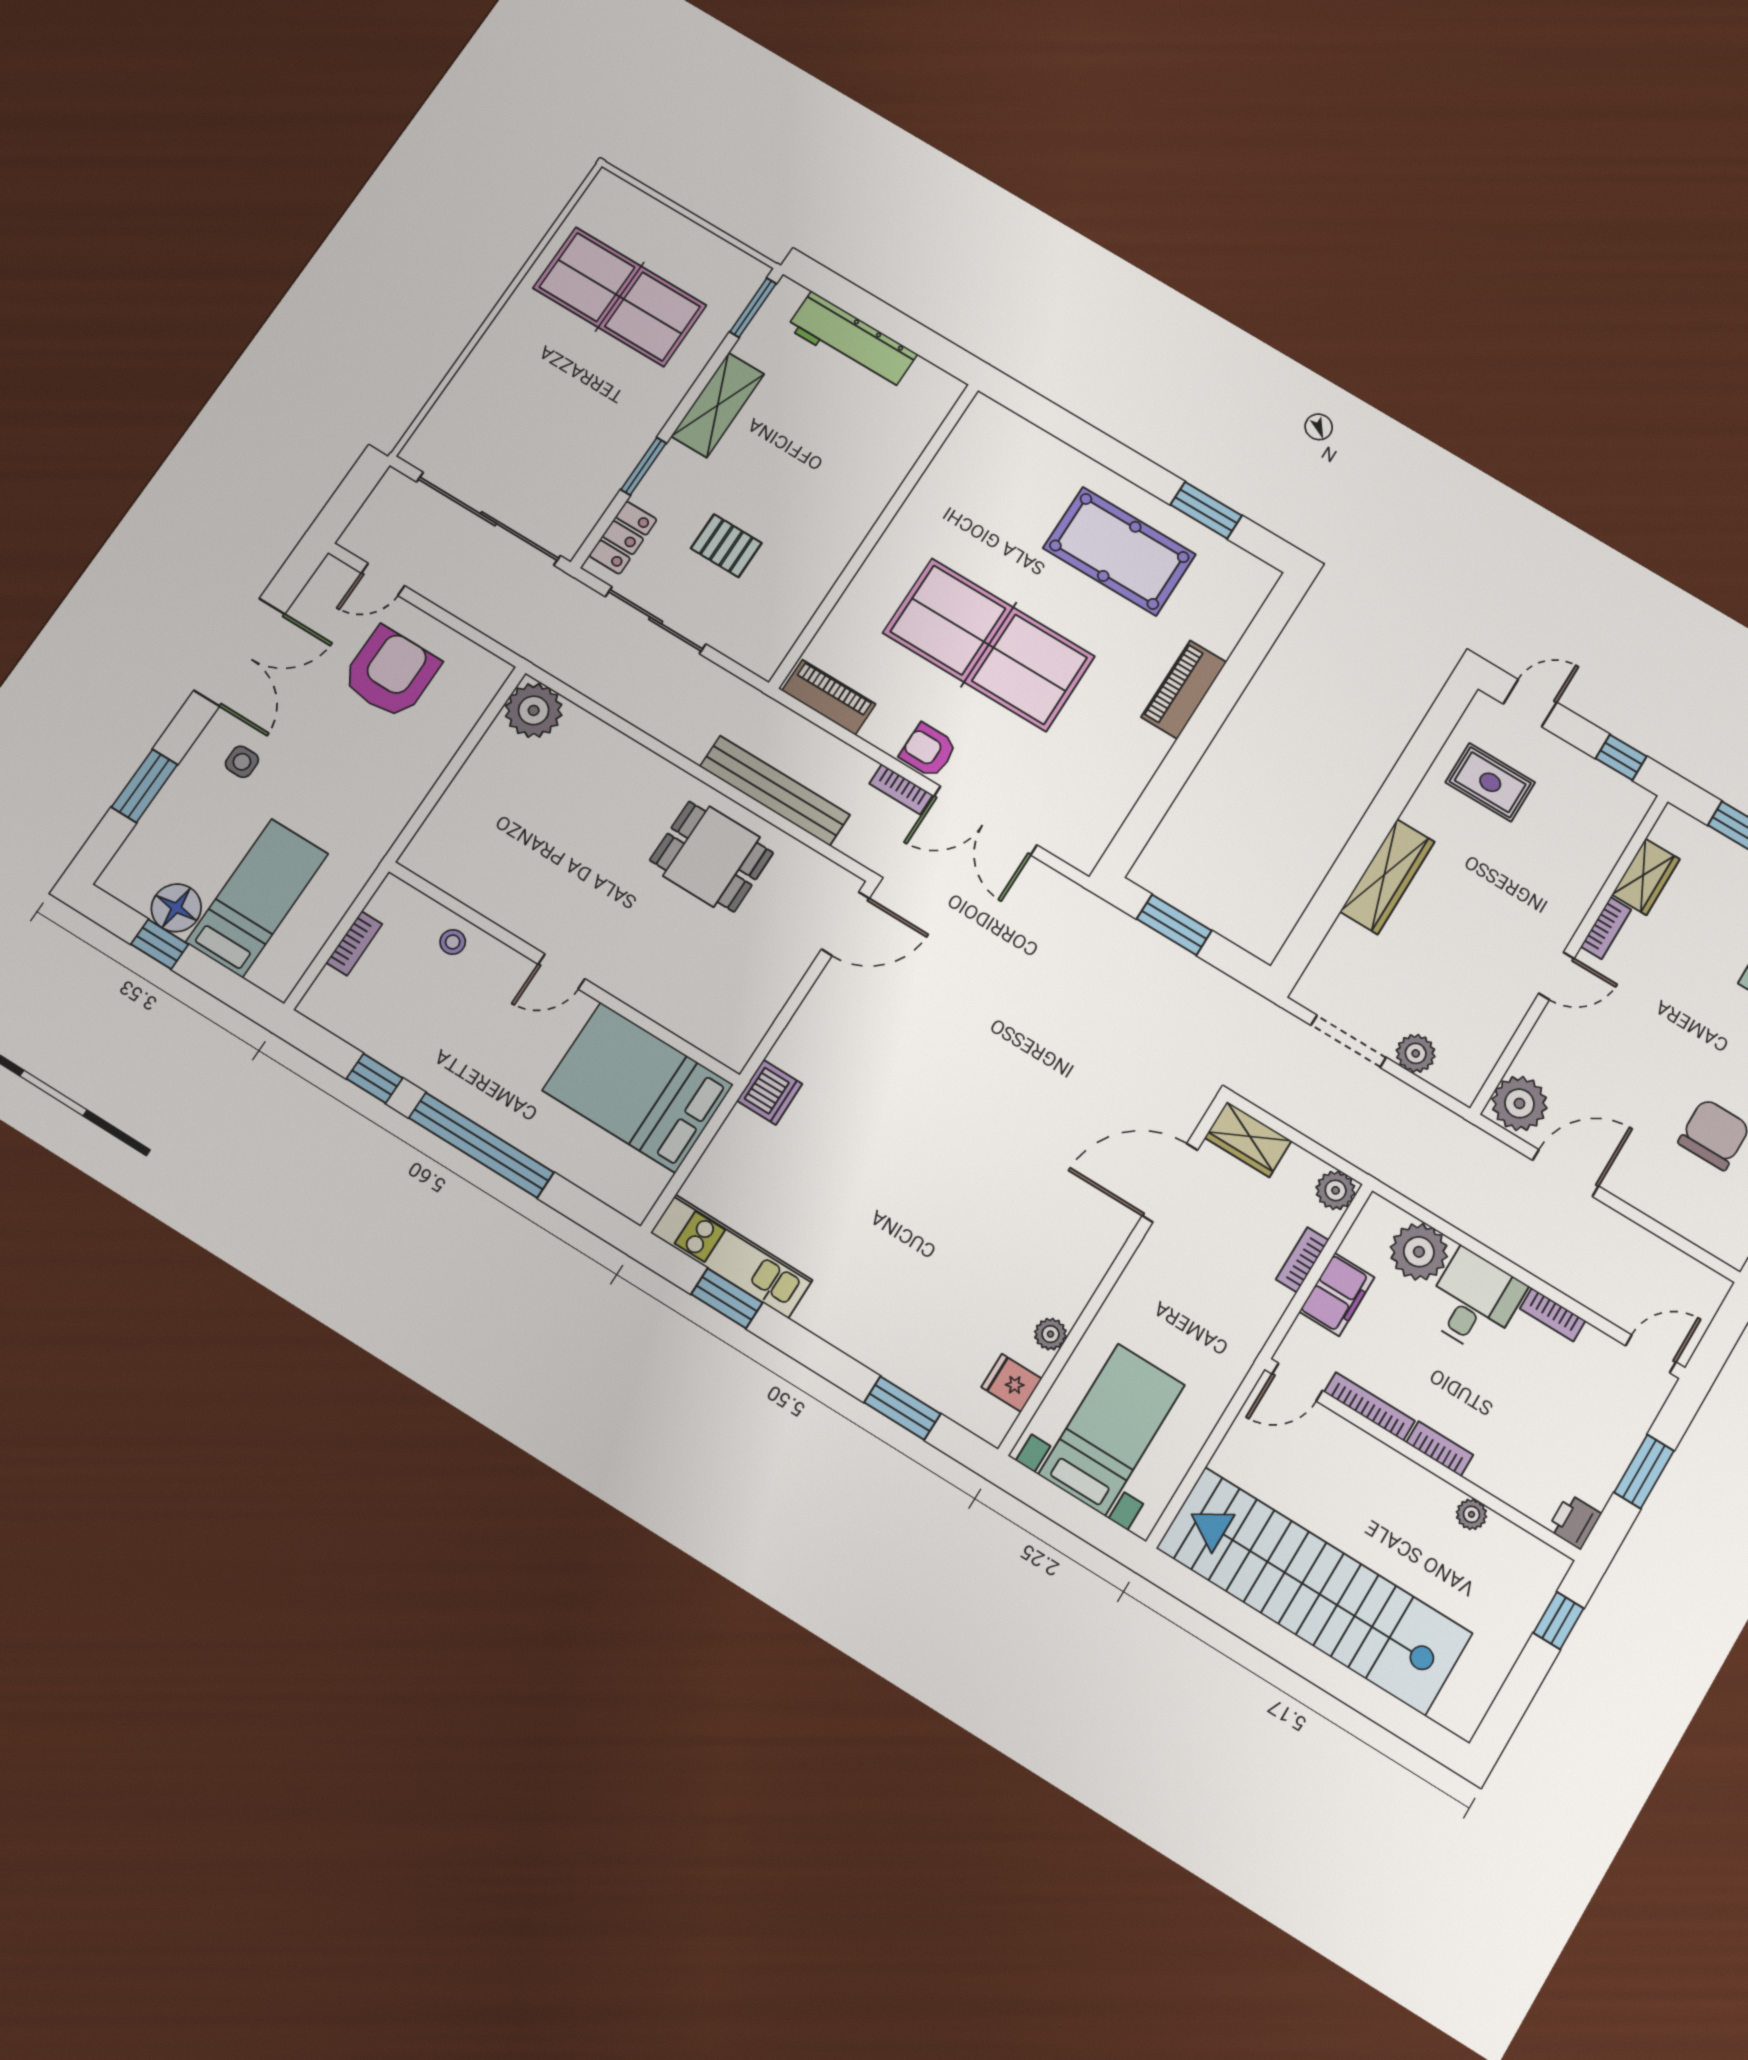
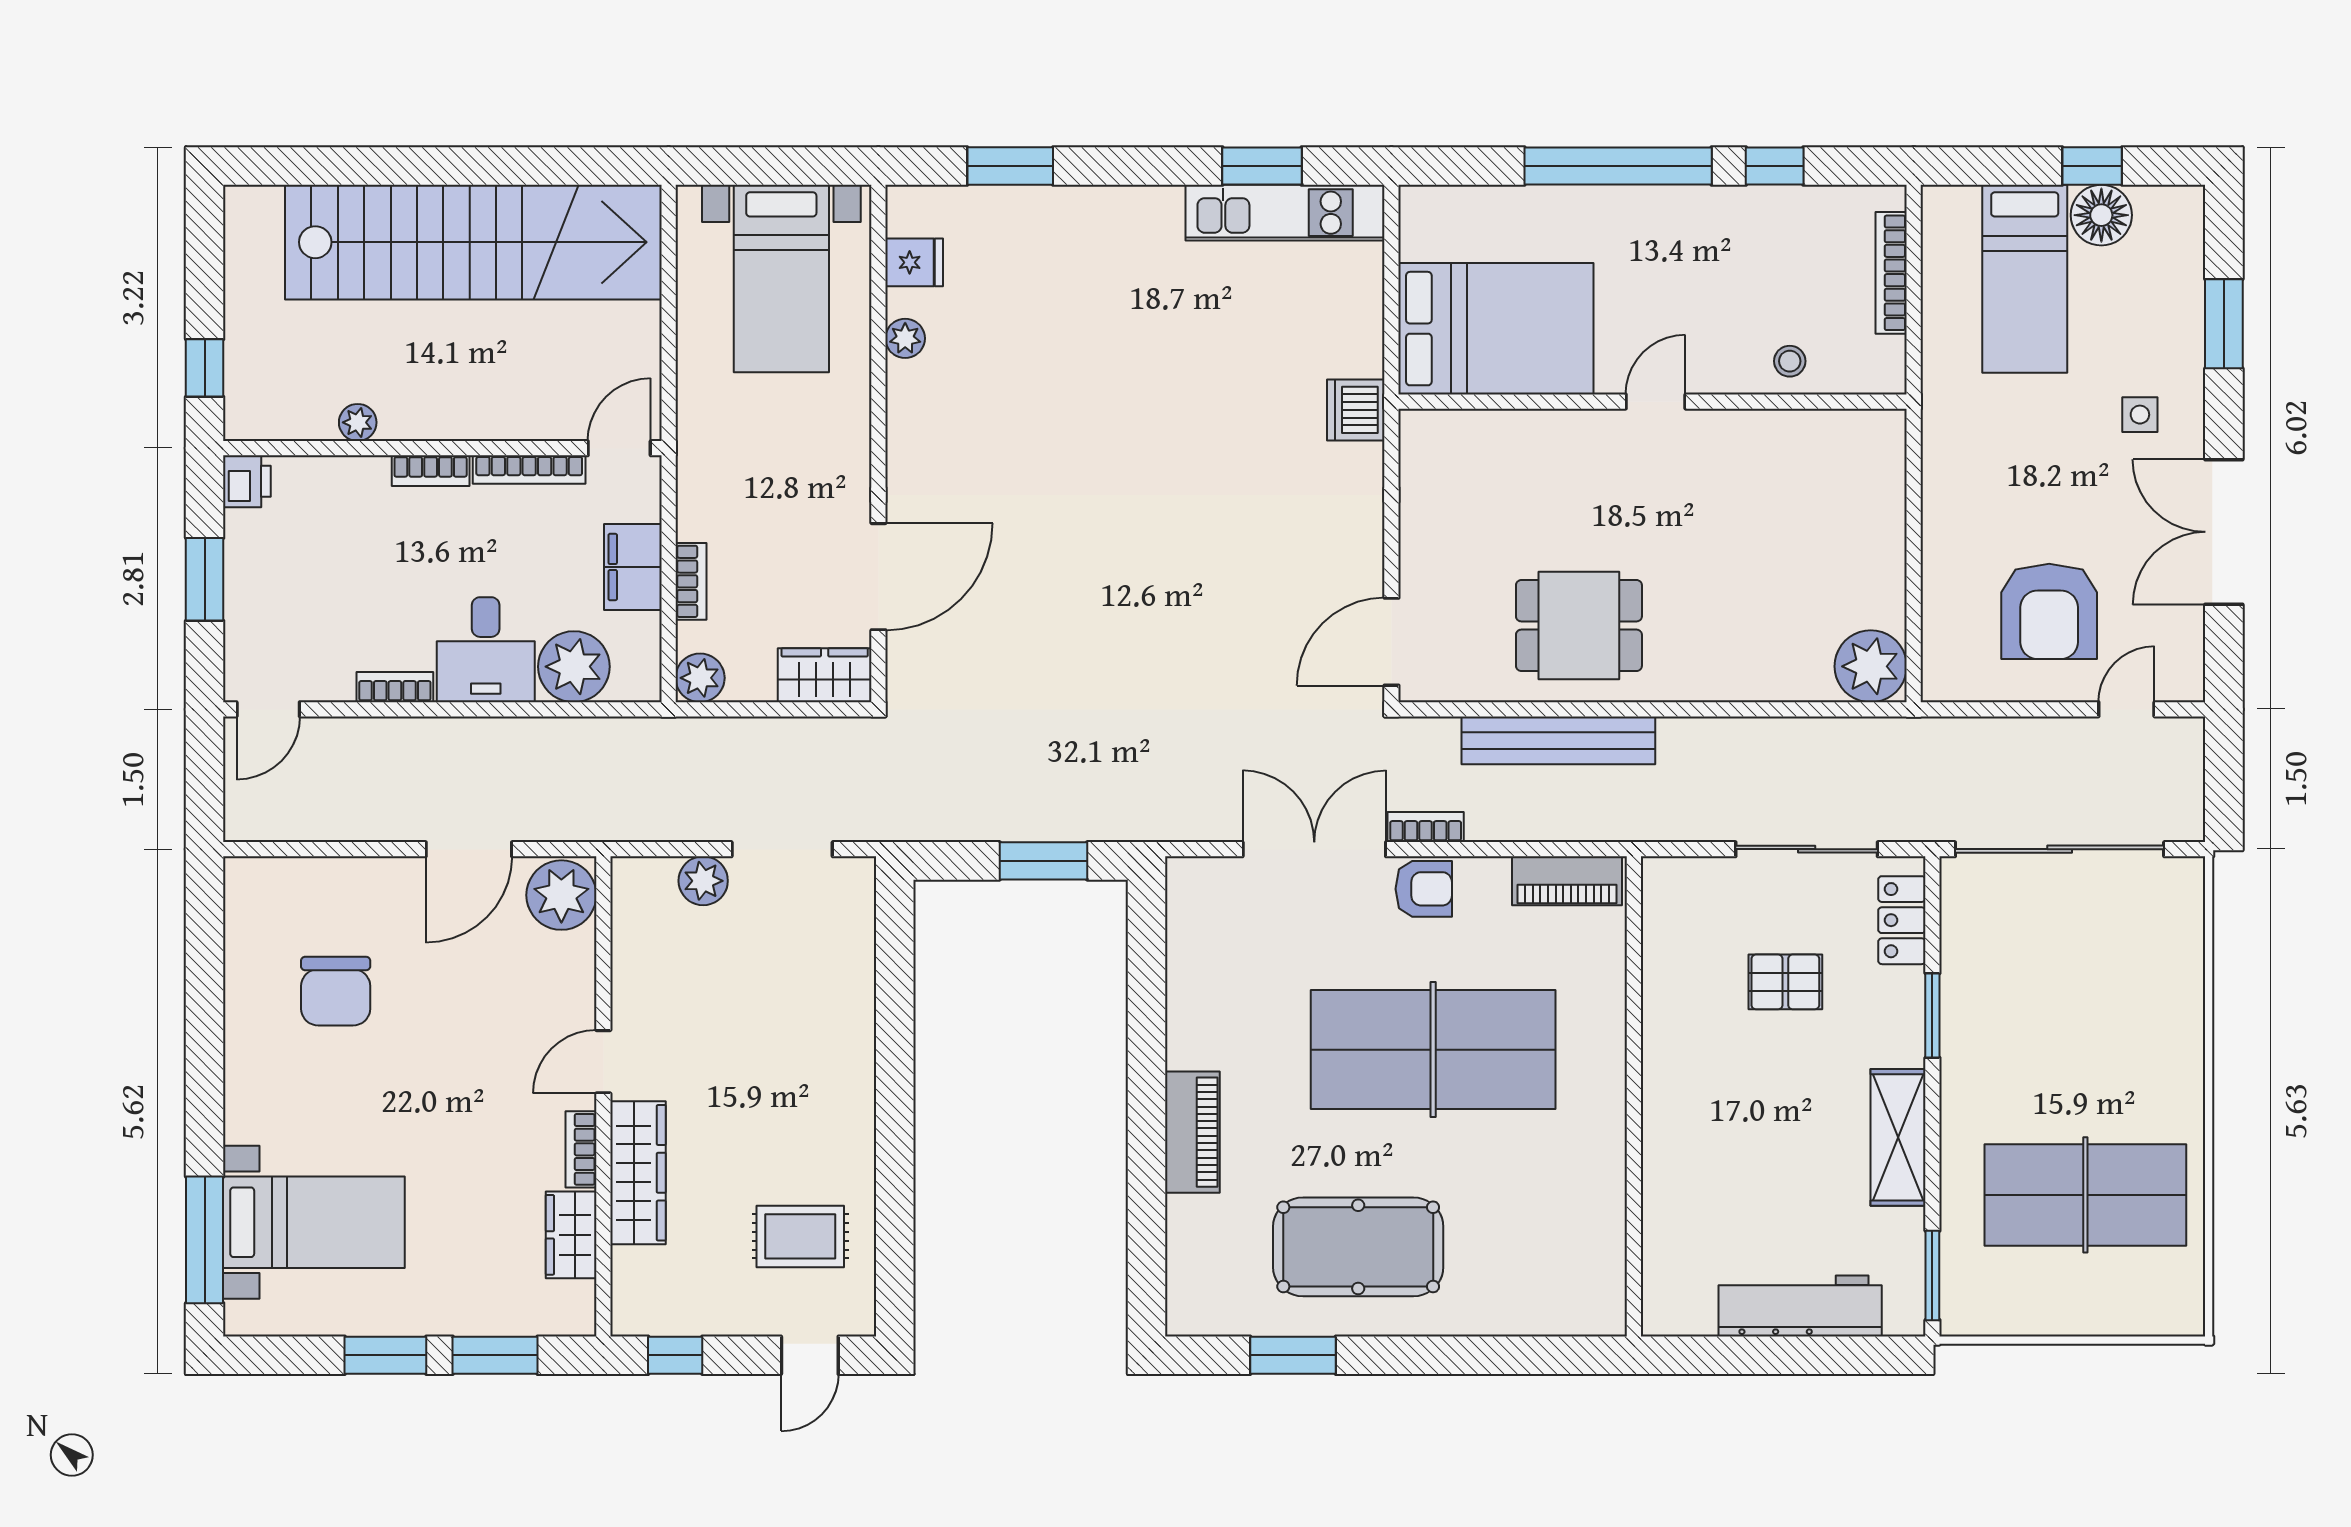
wardrobe: (1387, 877) -> (638, 1173), moved, turned 180
bookcase: (354, 943) -> (1891, 273), width x1.56

